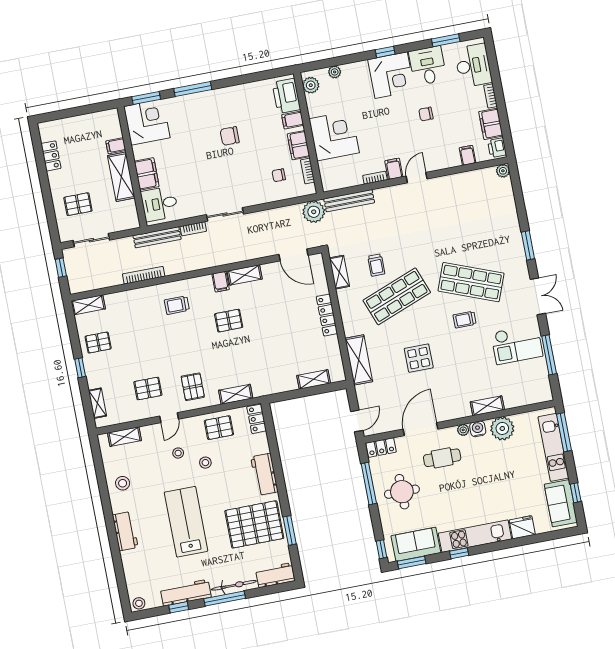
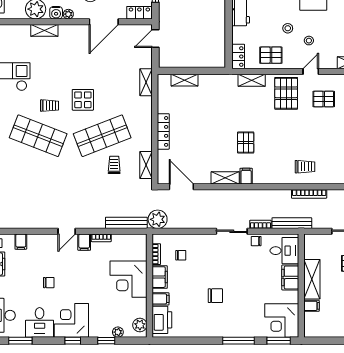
window: (346, 59) -> (106, 341), added
chair: (194, 208) -> (256, 241), added
trolley: (177, 305) -> (305, 167), moved
pallet: (229, 321) -> (246, 143), turned 90
display table: (419, 358) -> (83, 100), moved
shelving: (359, 360) -> (146, 82), width x0.67, depth x0.75
pallet: (193, 387) -> (286, 93), width x1.50, depth x1.42

